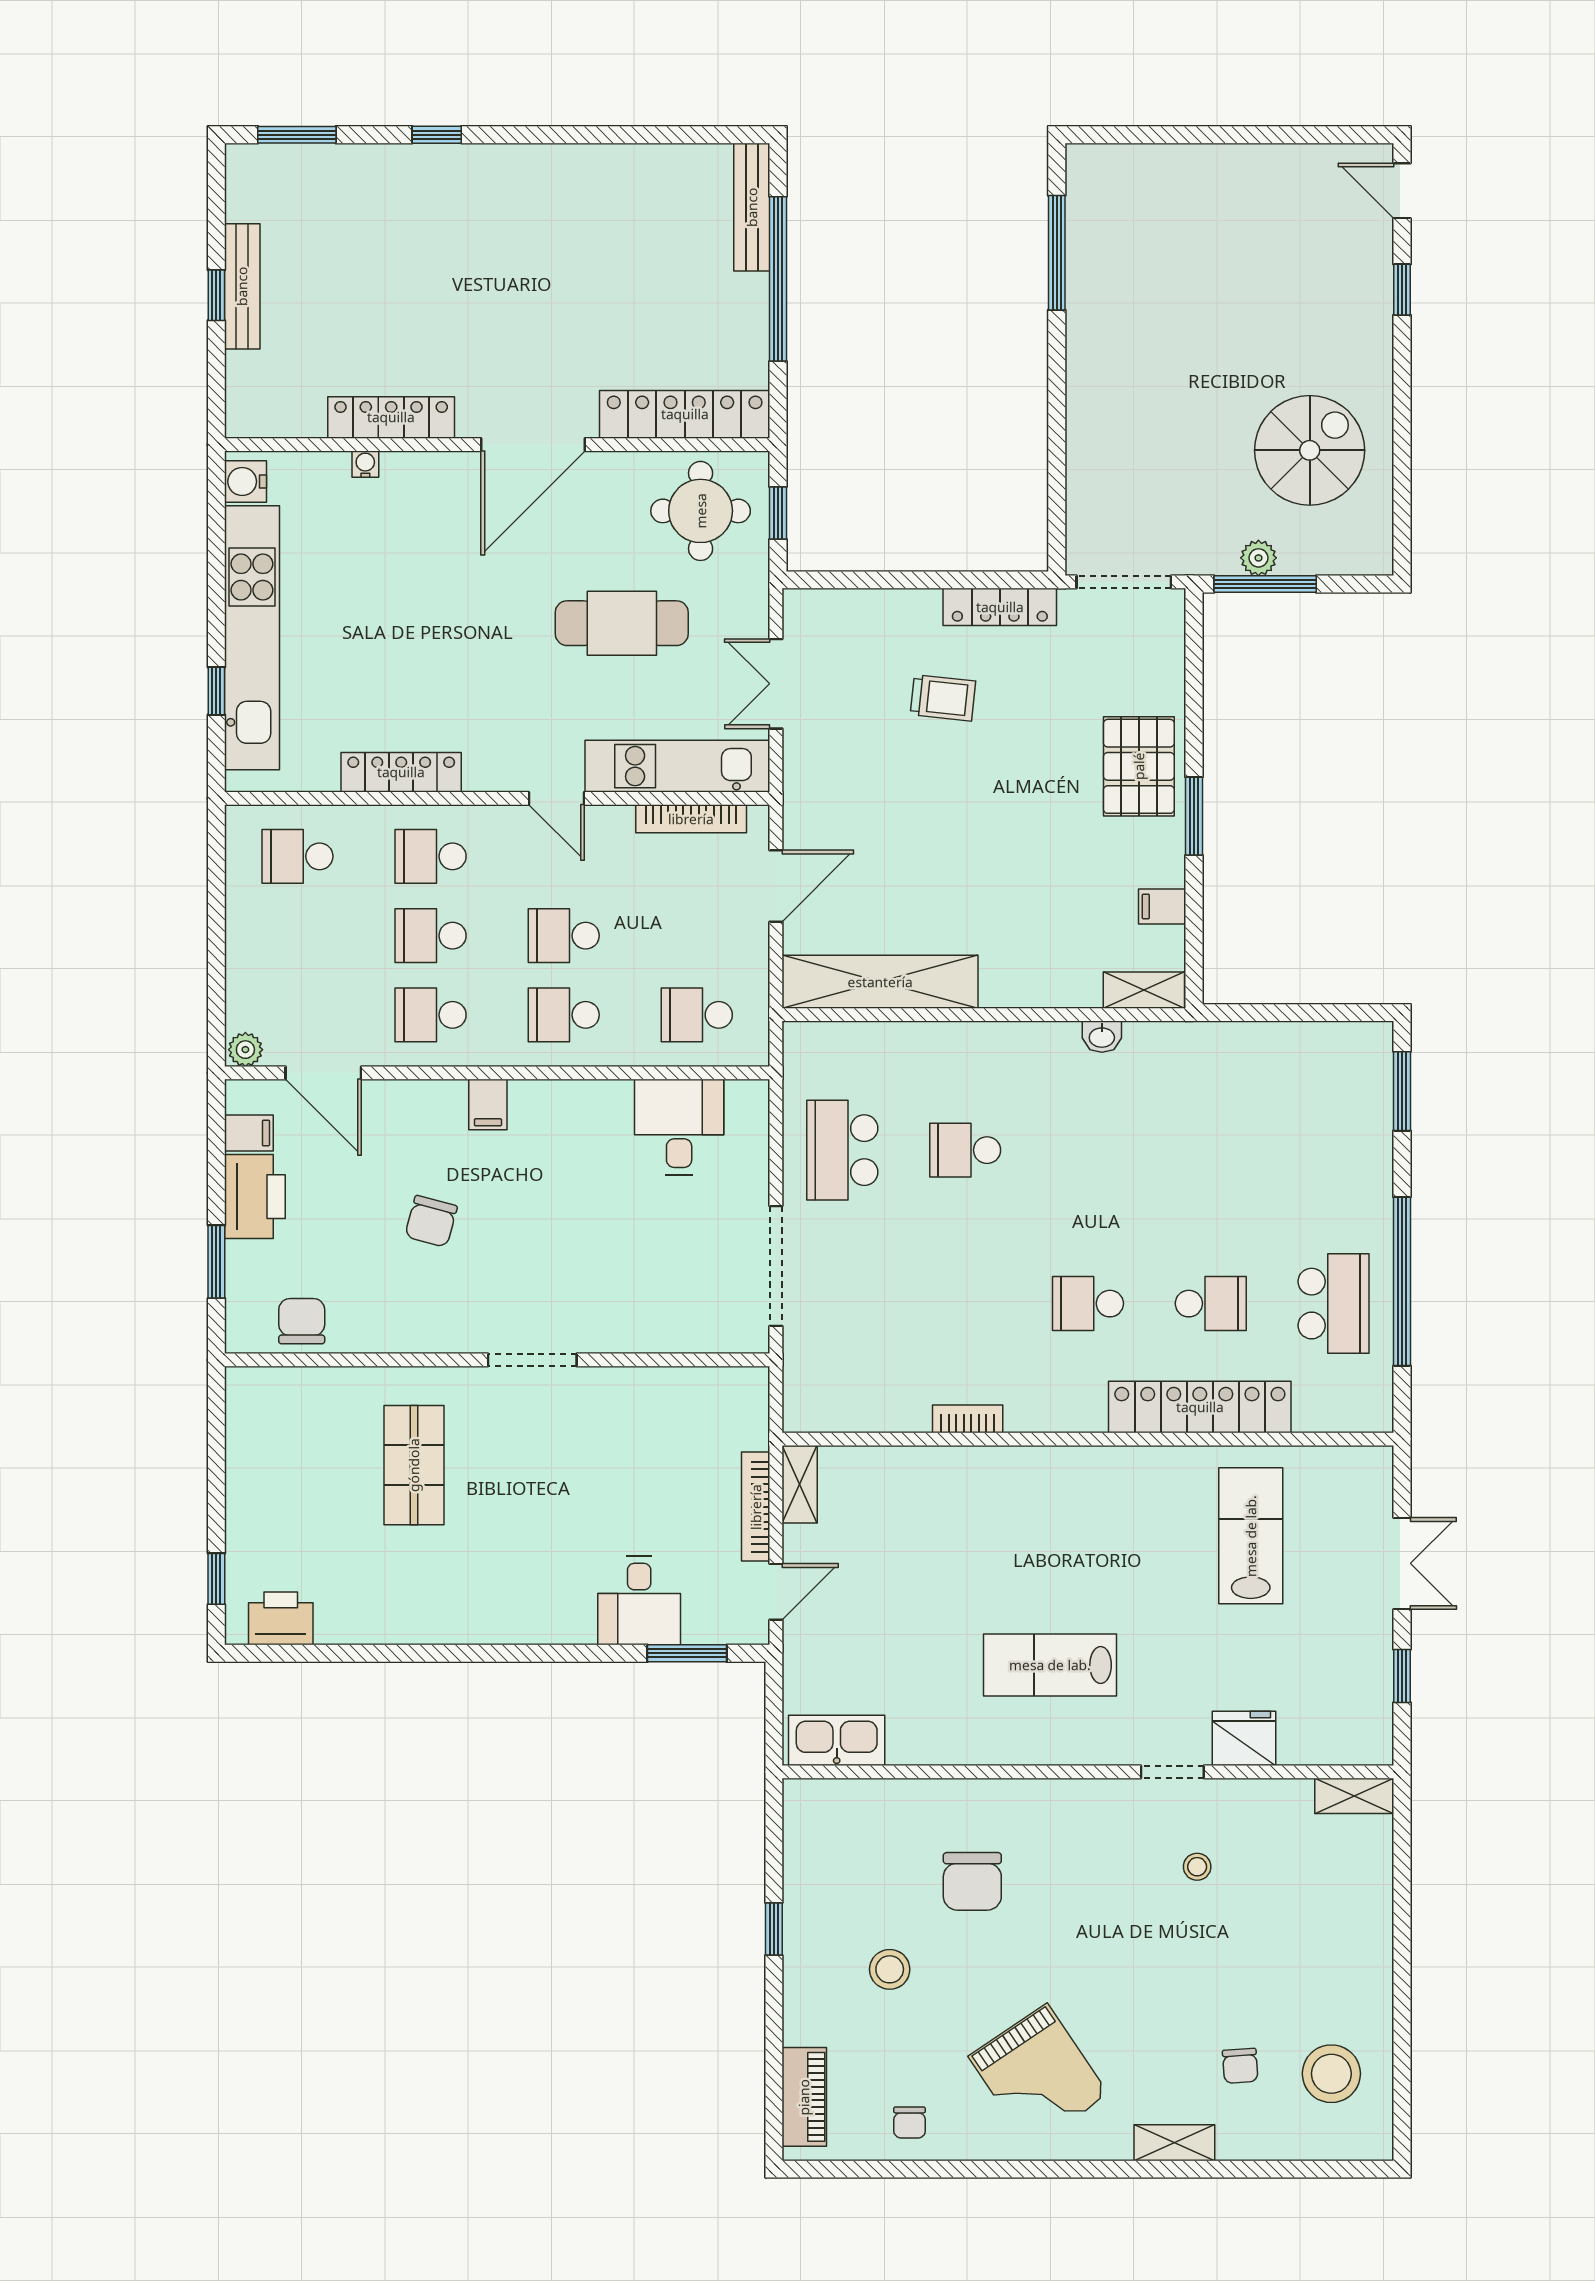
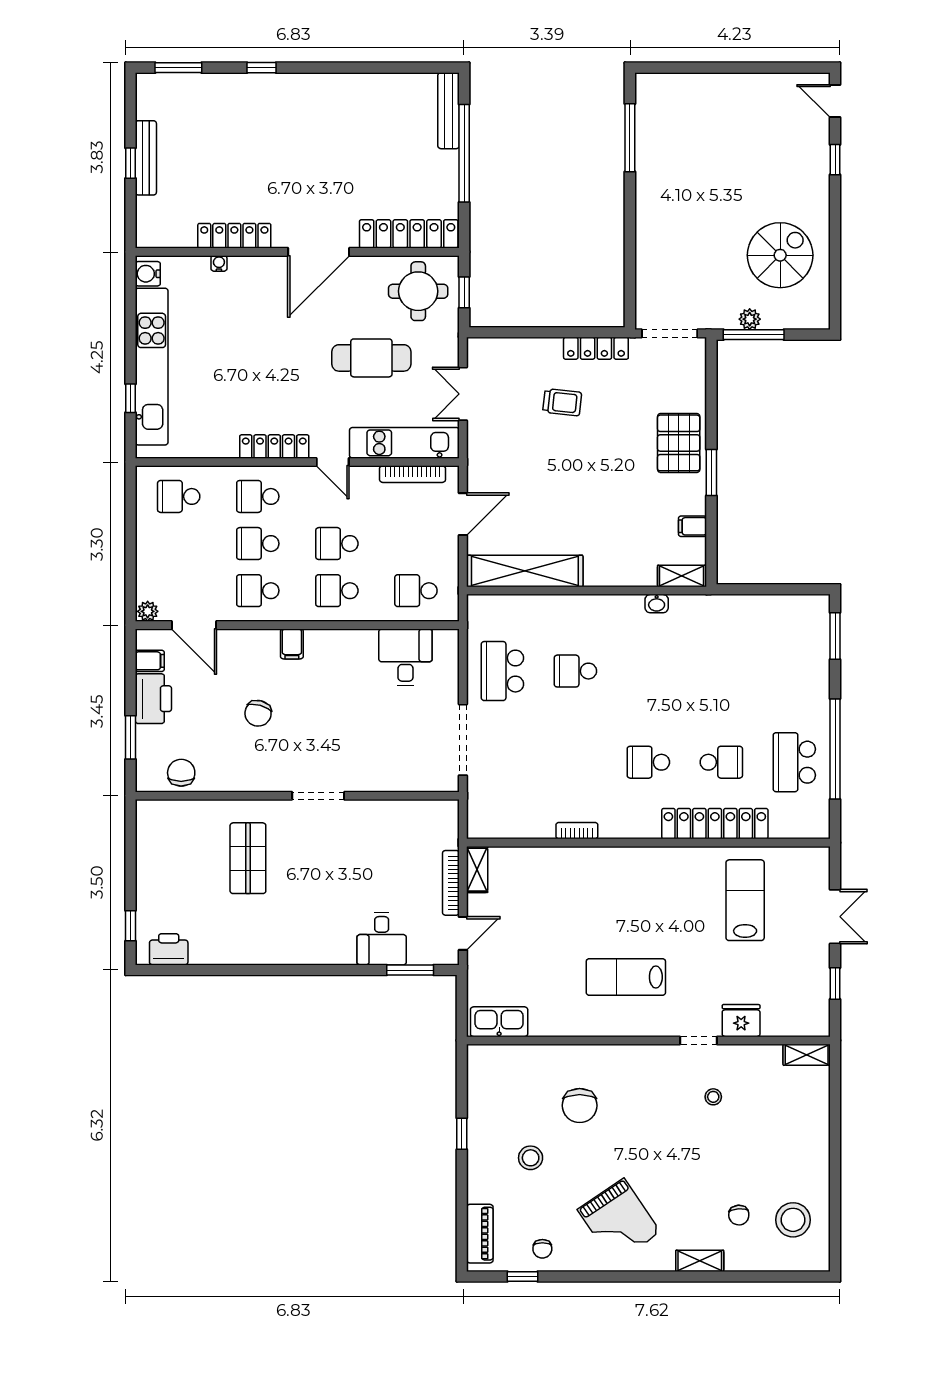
locker: (401, 772) -> (274, 446), moved
school desk: (1334, 1304) -> (794, 762), turned 180
window: (876, 2169) -> (522, 1277), added

